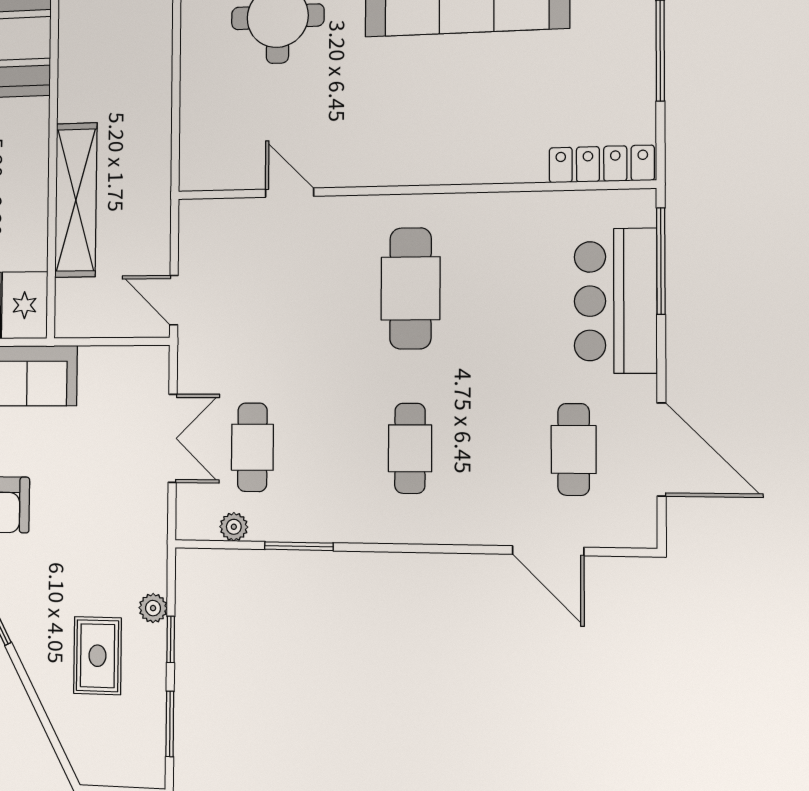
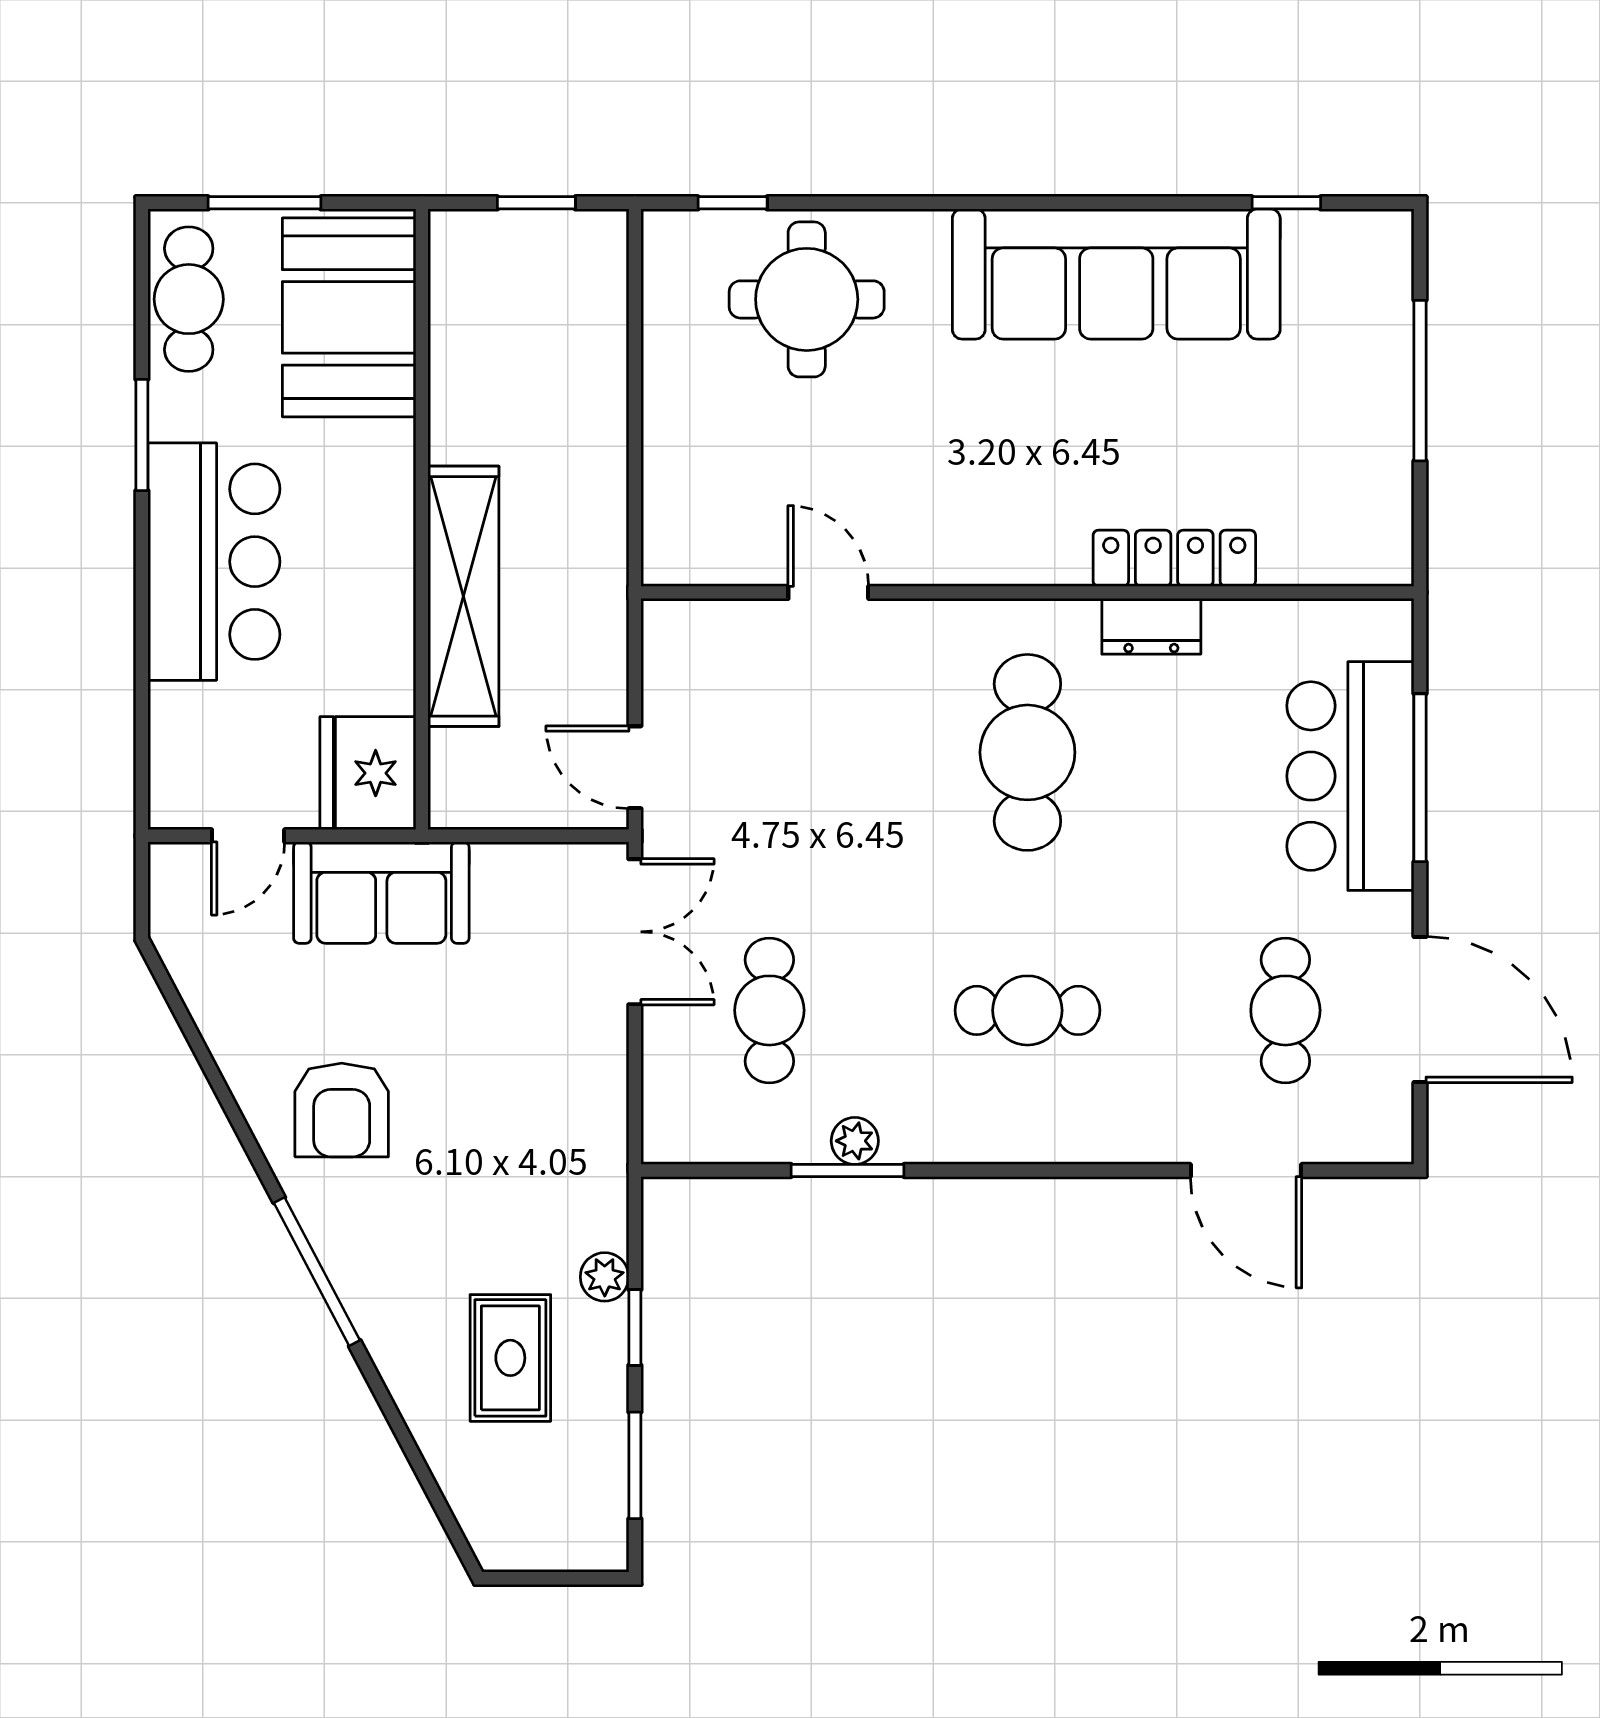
locker: (602, 164) -> (1174, 558), moved
dresser: (488, 209) -> (1151, 626), added
window: (661, 261) -> (1420, 778), moved
double door: (173, 438) -> (635, 932), moved
cafe table: (410, 448) -> (1027, 1010), turned 90
plant: (234, 527) -> (855, 1141), moved

